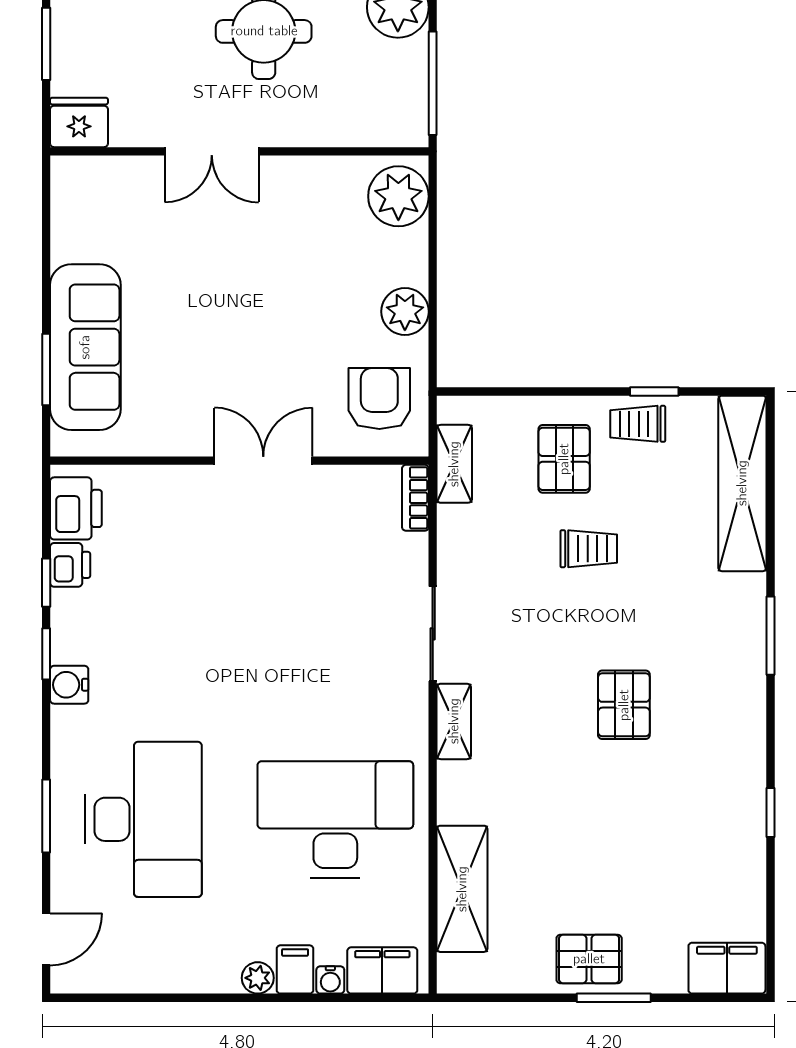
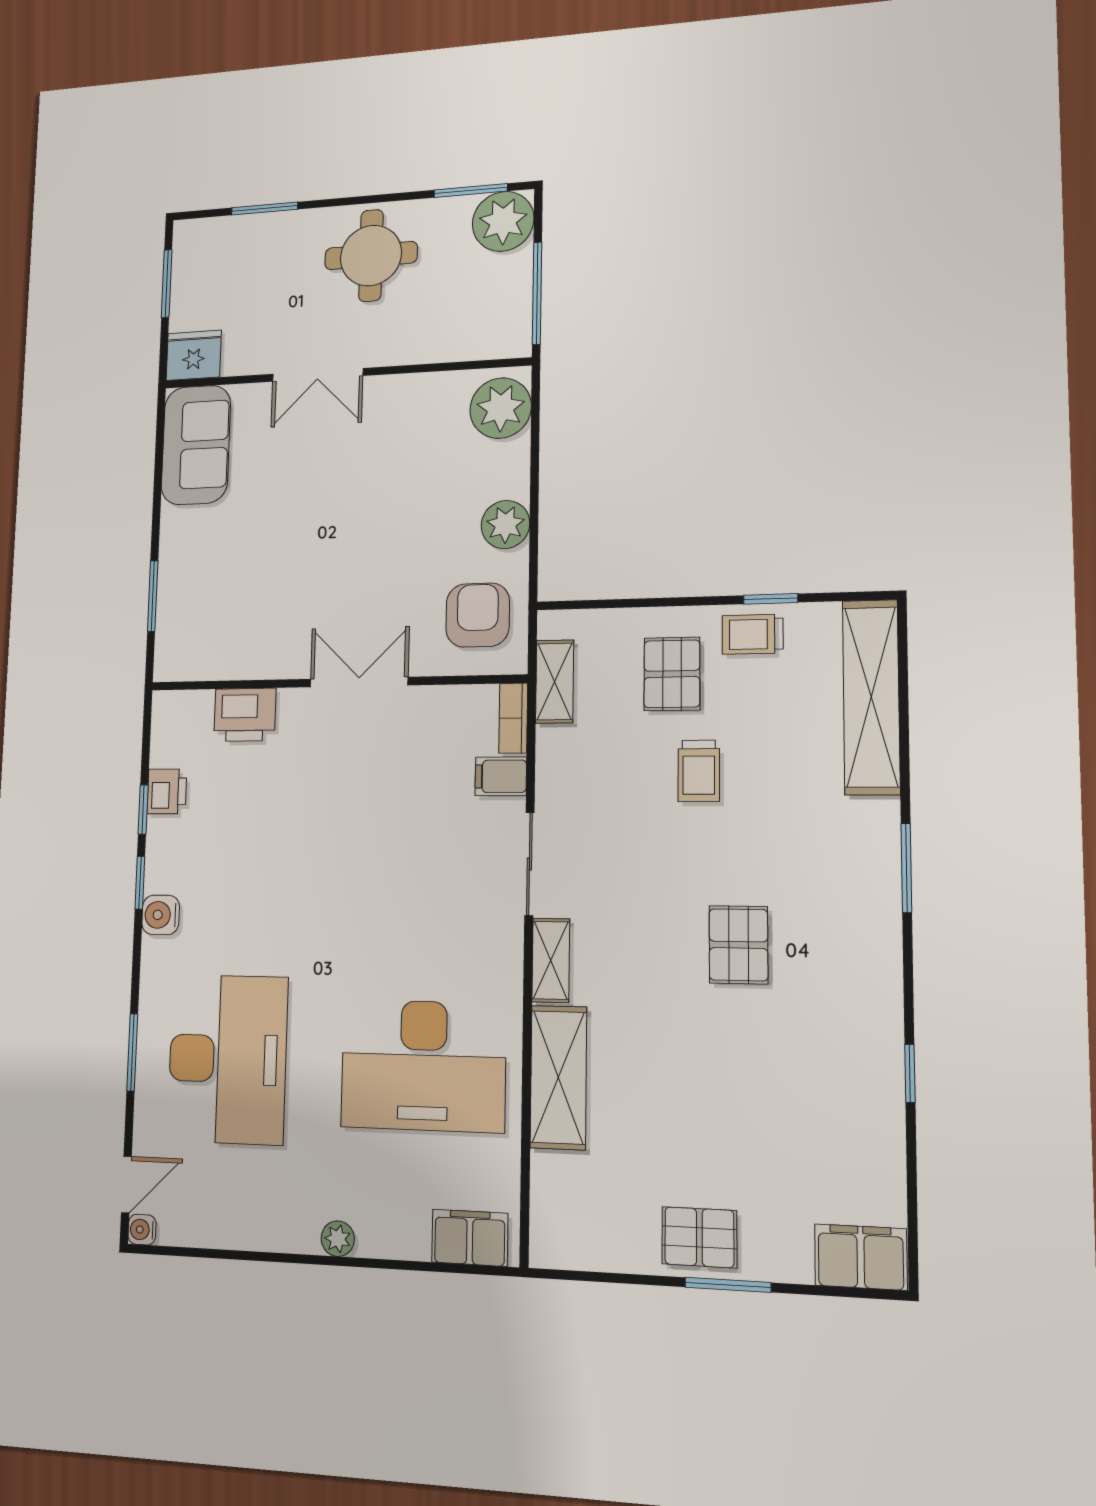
sofa: (85, 347) -> (196, 445), moved, width x0.73
printer: (76, 508) -> (245, 715), moved, turned 90
trolley: (589, 549) -> (699, 771), turned 90
desk: (335, 819) -> (423, 1065), turned 180
shelving: (462, 889) -> (558, 1077), moved
filing cabinet: (295, 969) -> (501, 776), moved, turned -90
water cooler: (330, 980) -> (142, 1230), moved, turned 90

